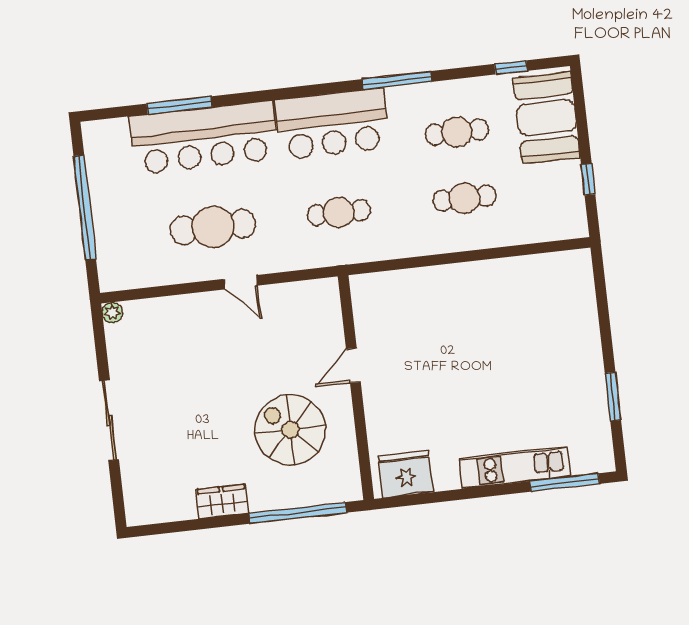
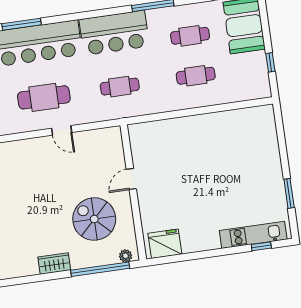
kitchen unit: (515, 467) -> (253, 235), moved
window: (565, 483) -> (261, 246), width x0.46
plant: (340, 492) -> (126, 256), added

